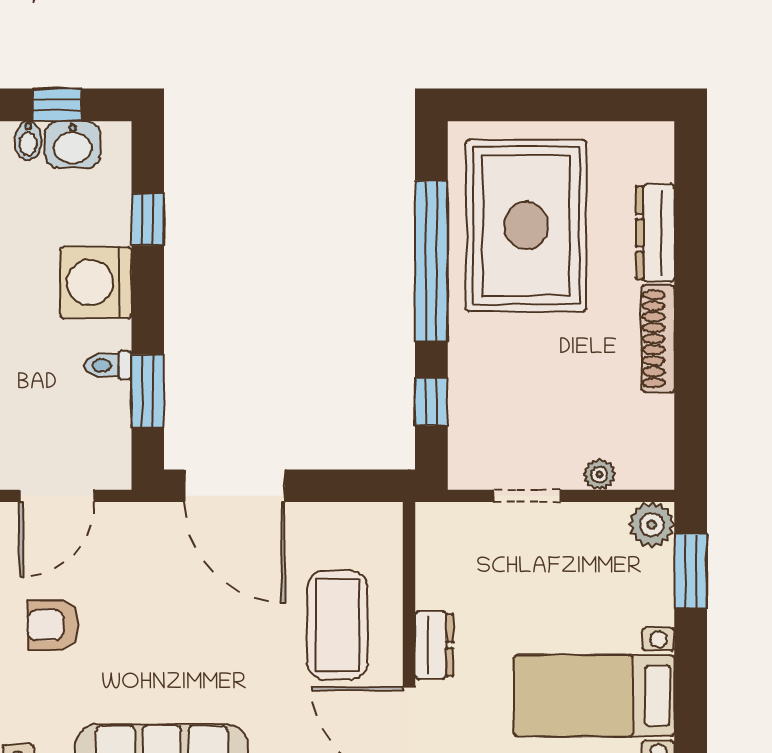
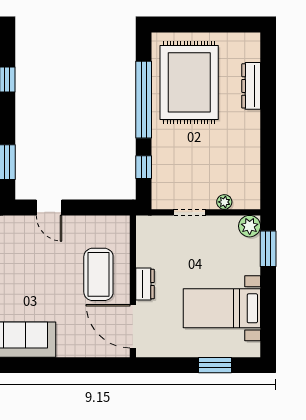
shoe rack: (658, 339) -> (252, 137), removed
door: (235, 486) -> (49, 207), width x0.53

